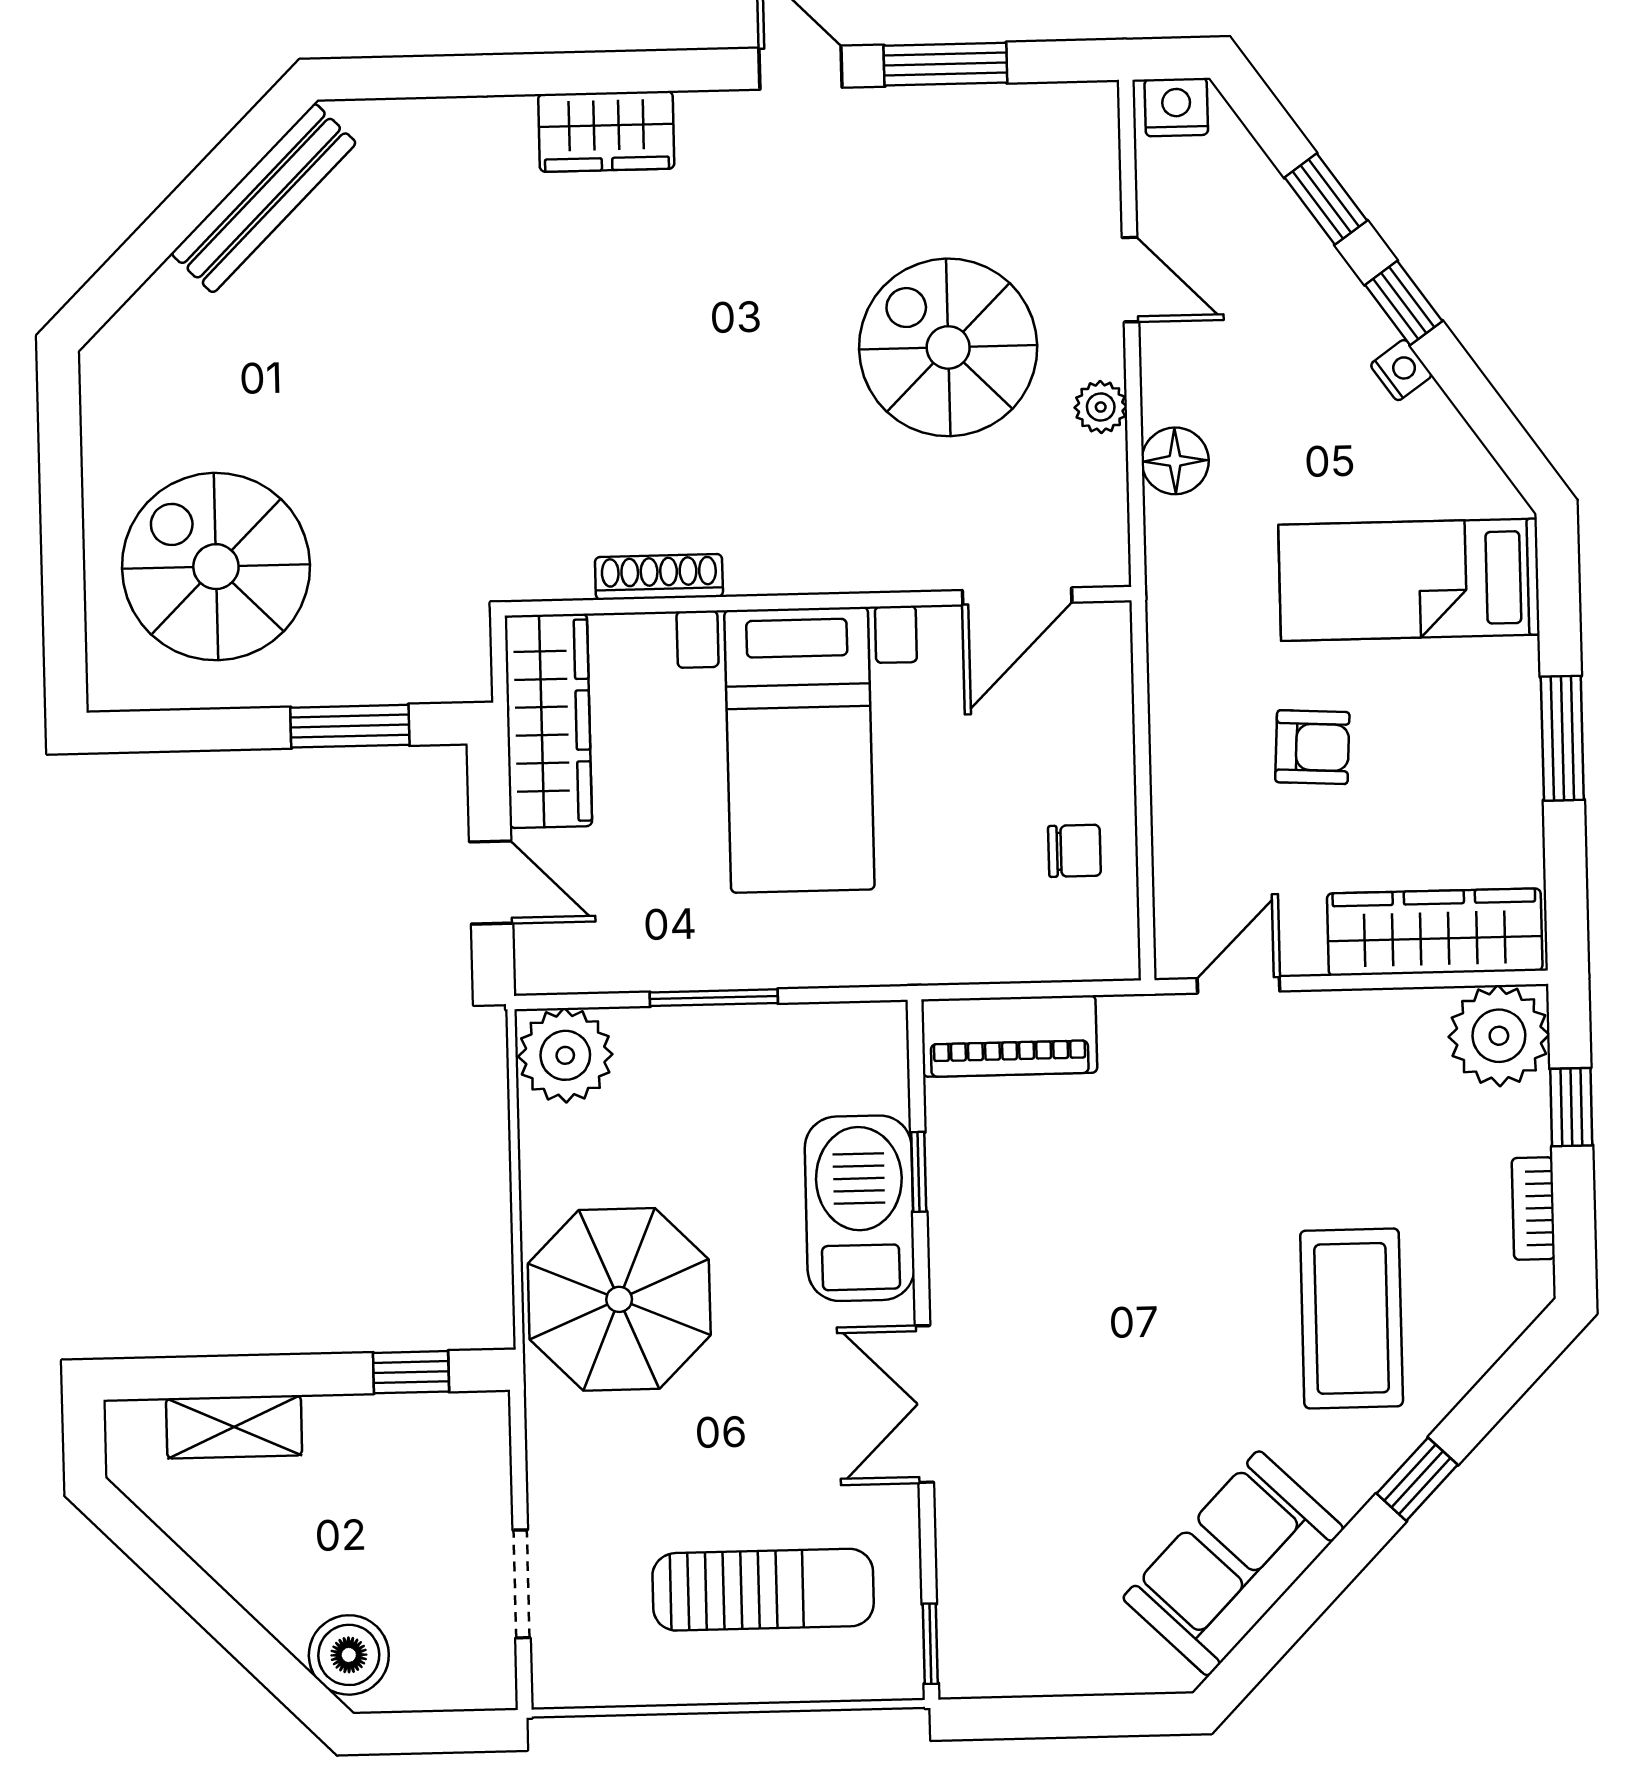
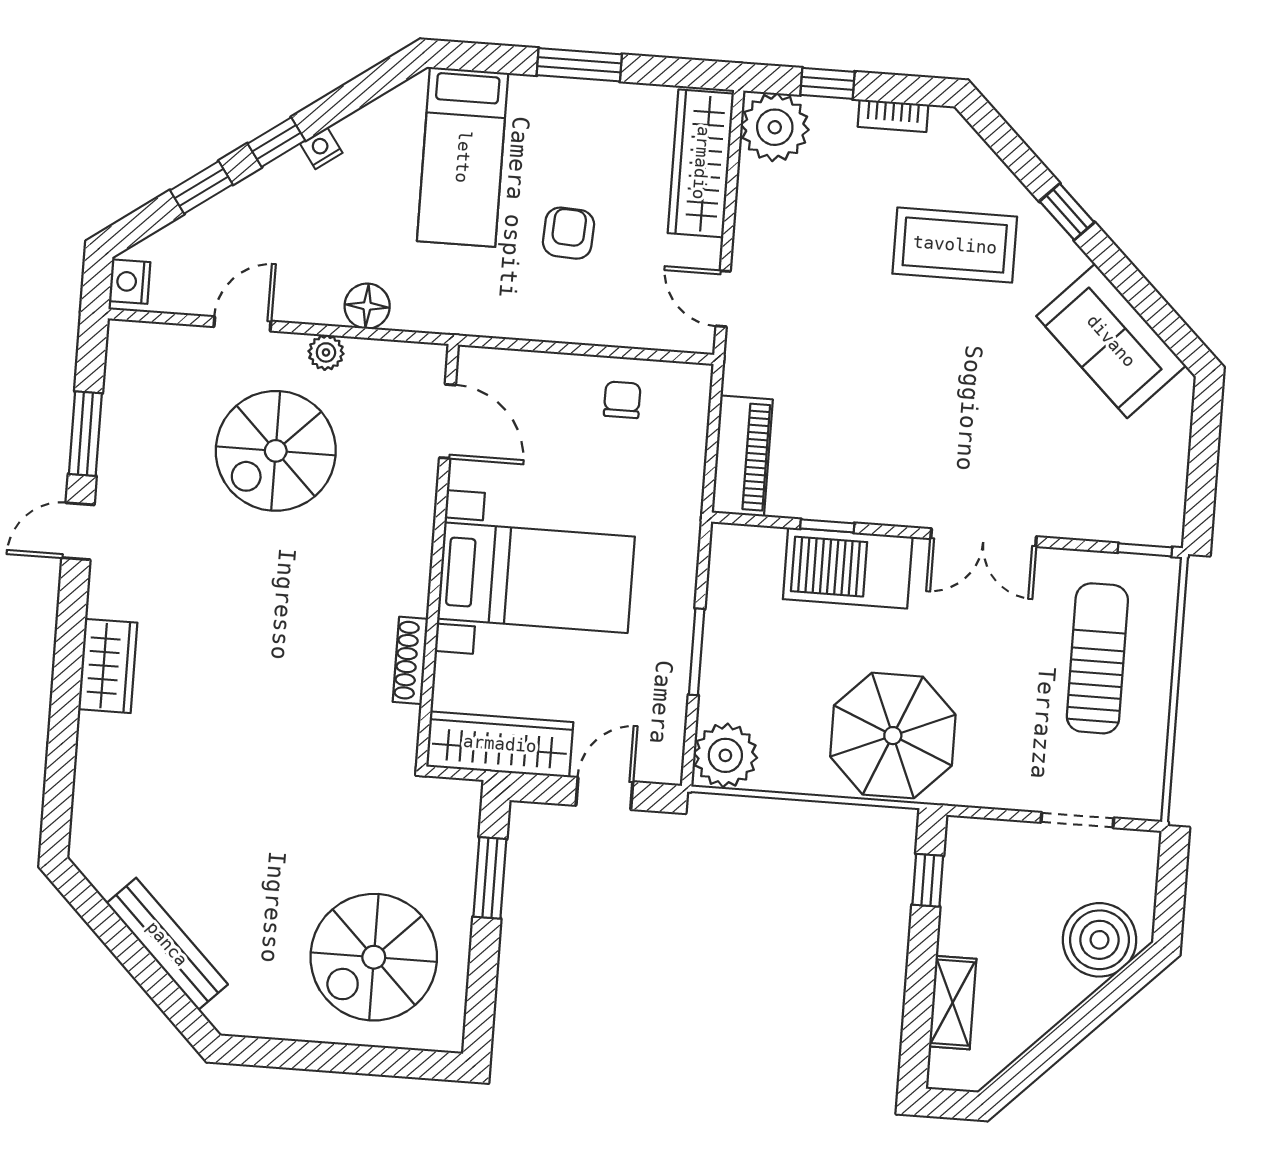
bench: (264, 198) -> (167, 944), moved
boiler: (349, 1655) -> (1099, 940), width x1.37, depth x1.37

